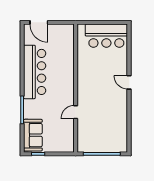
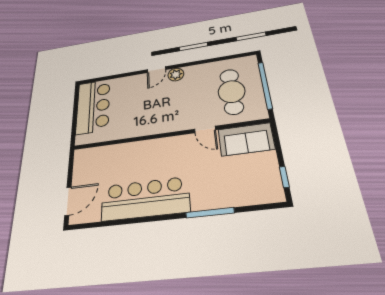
plant: (122, 96) -> (176, 75), added
cafe table: (101, 132) -> (232, 92), added
sofa: (33, 135) -> (246, 139), moved, turned 180

